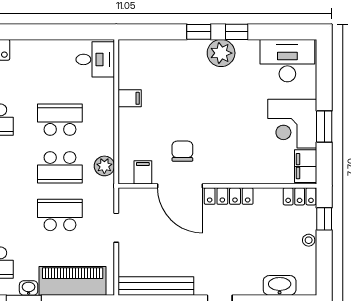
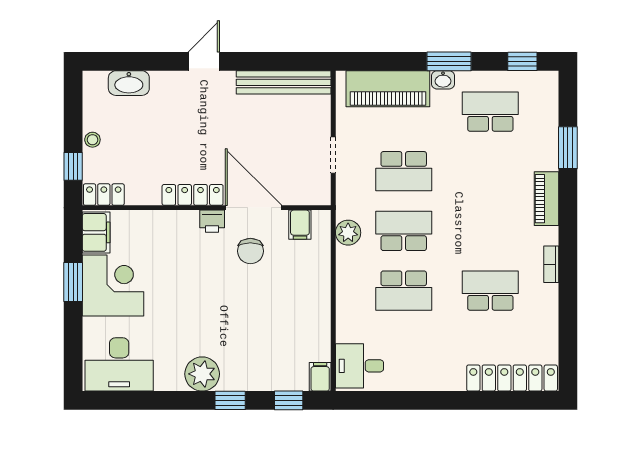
window: (237, 32) -> (289, 400), moved
filing cabinet: (130, 98) -> (320, 377), moved, turned 90
printer: (213, 175) -> (212, 221), added

